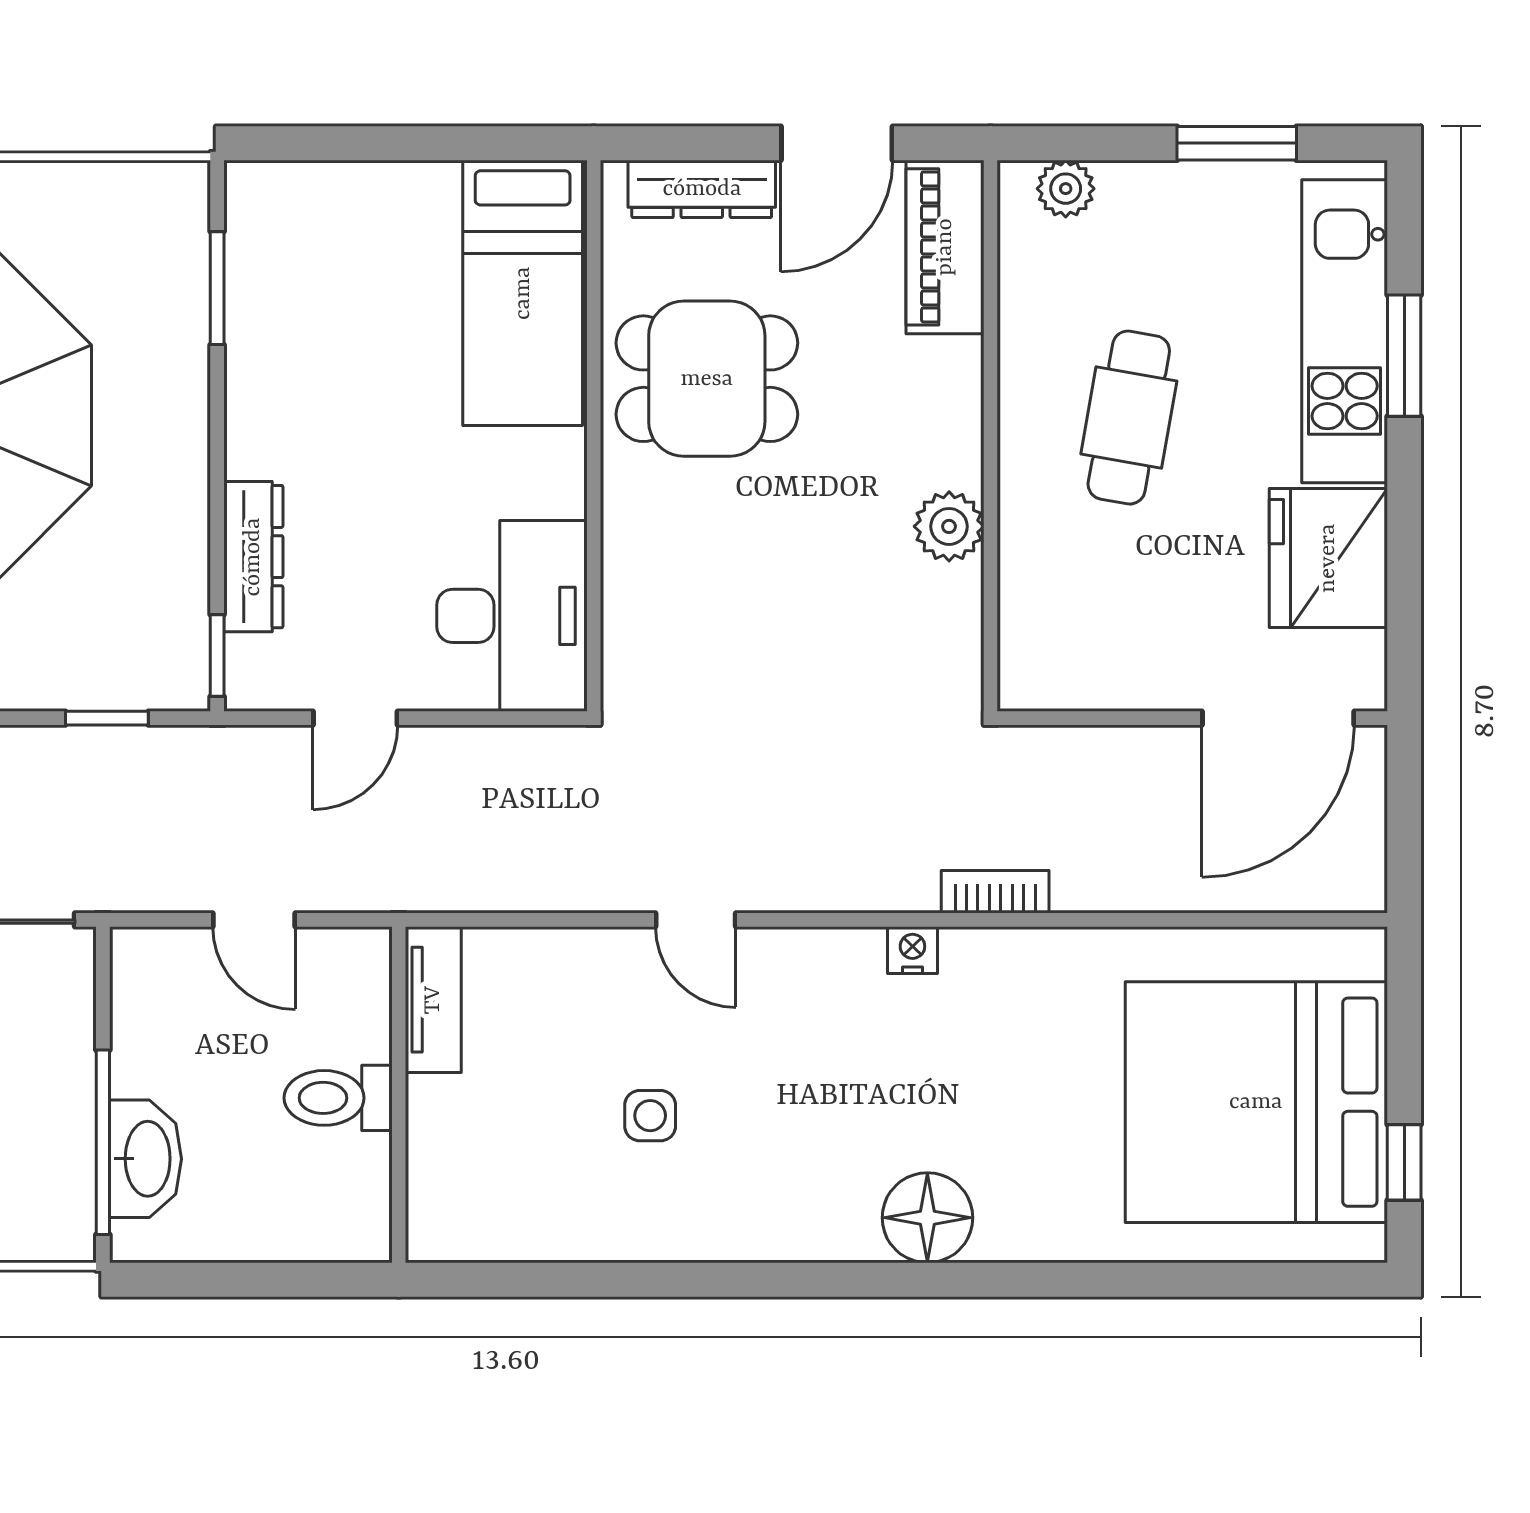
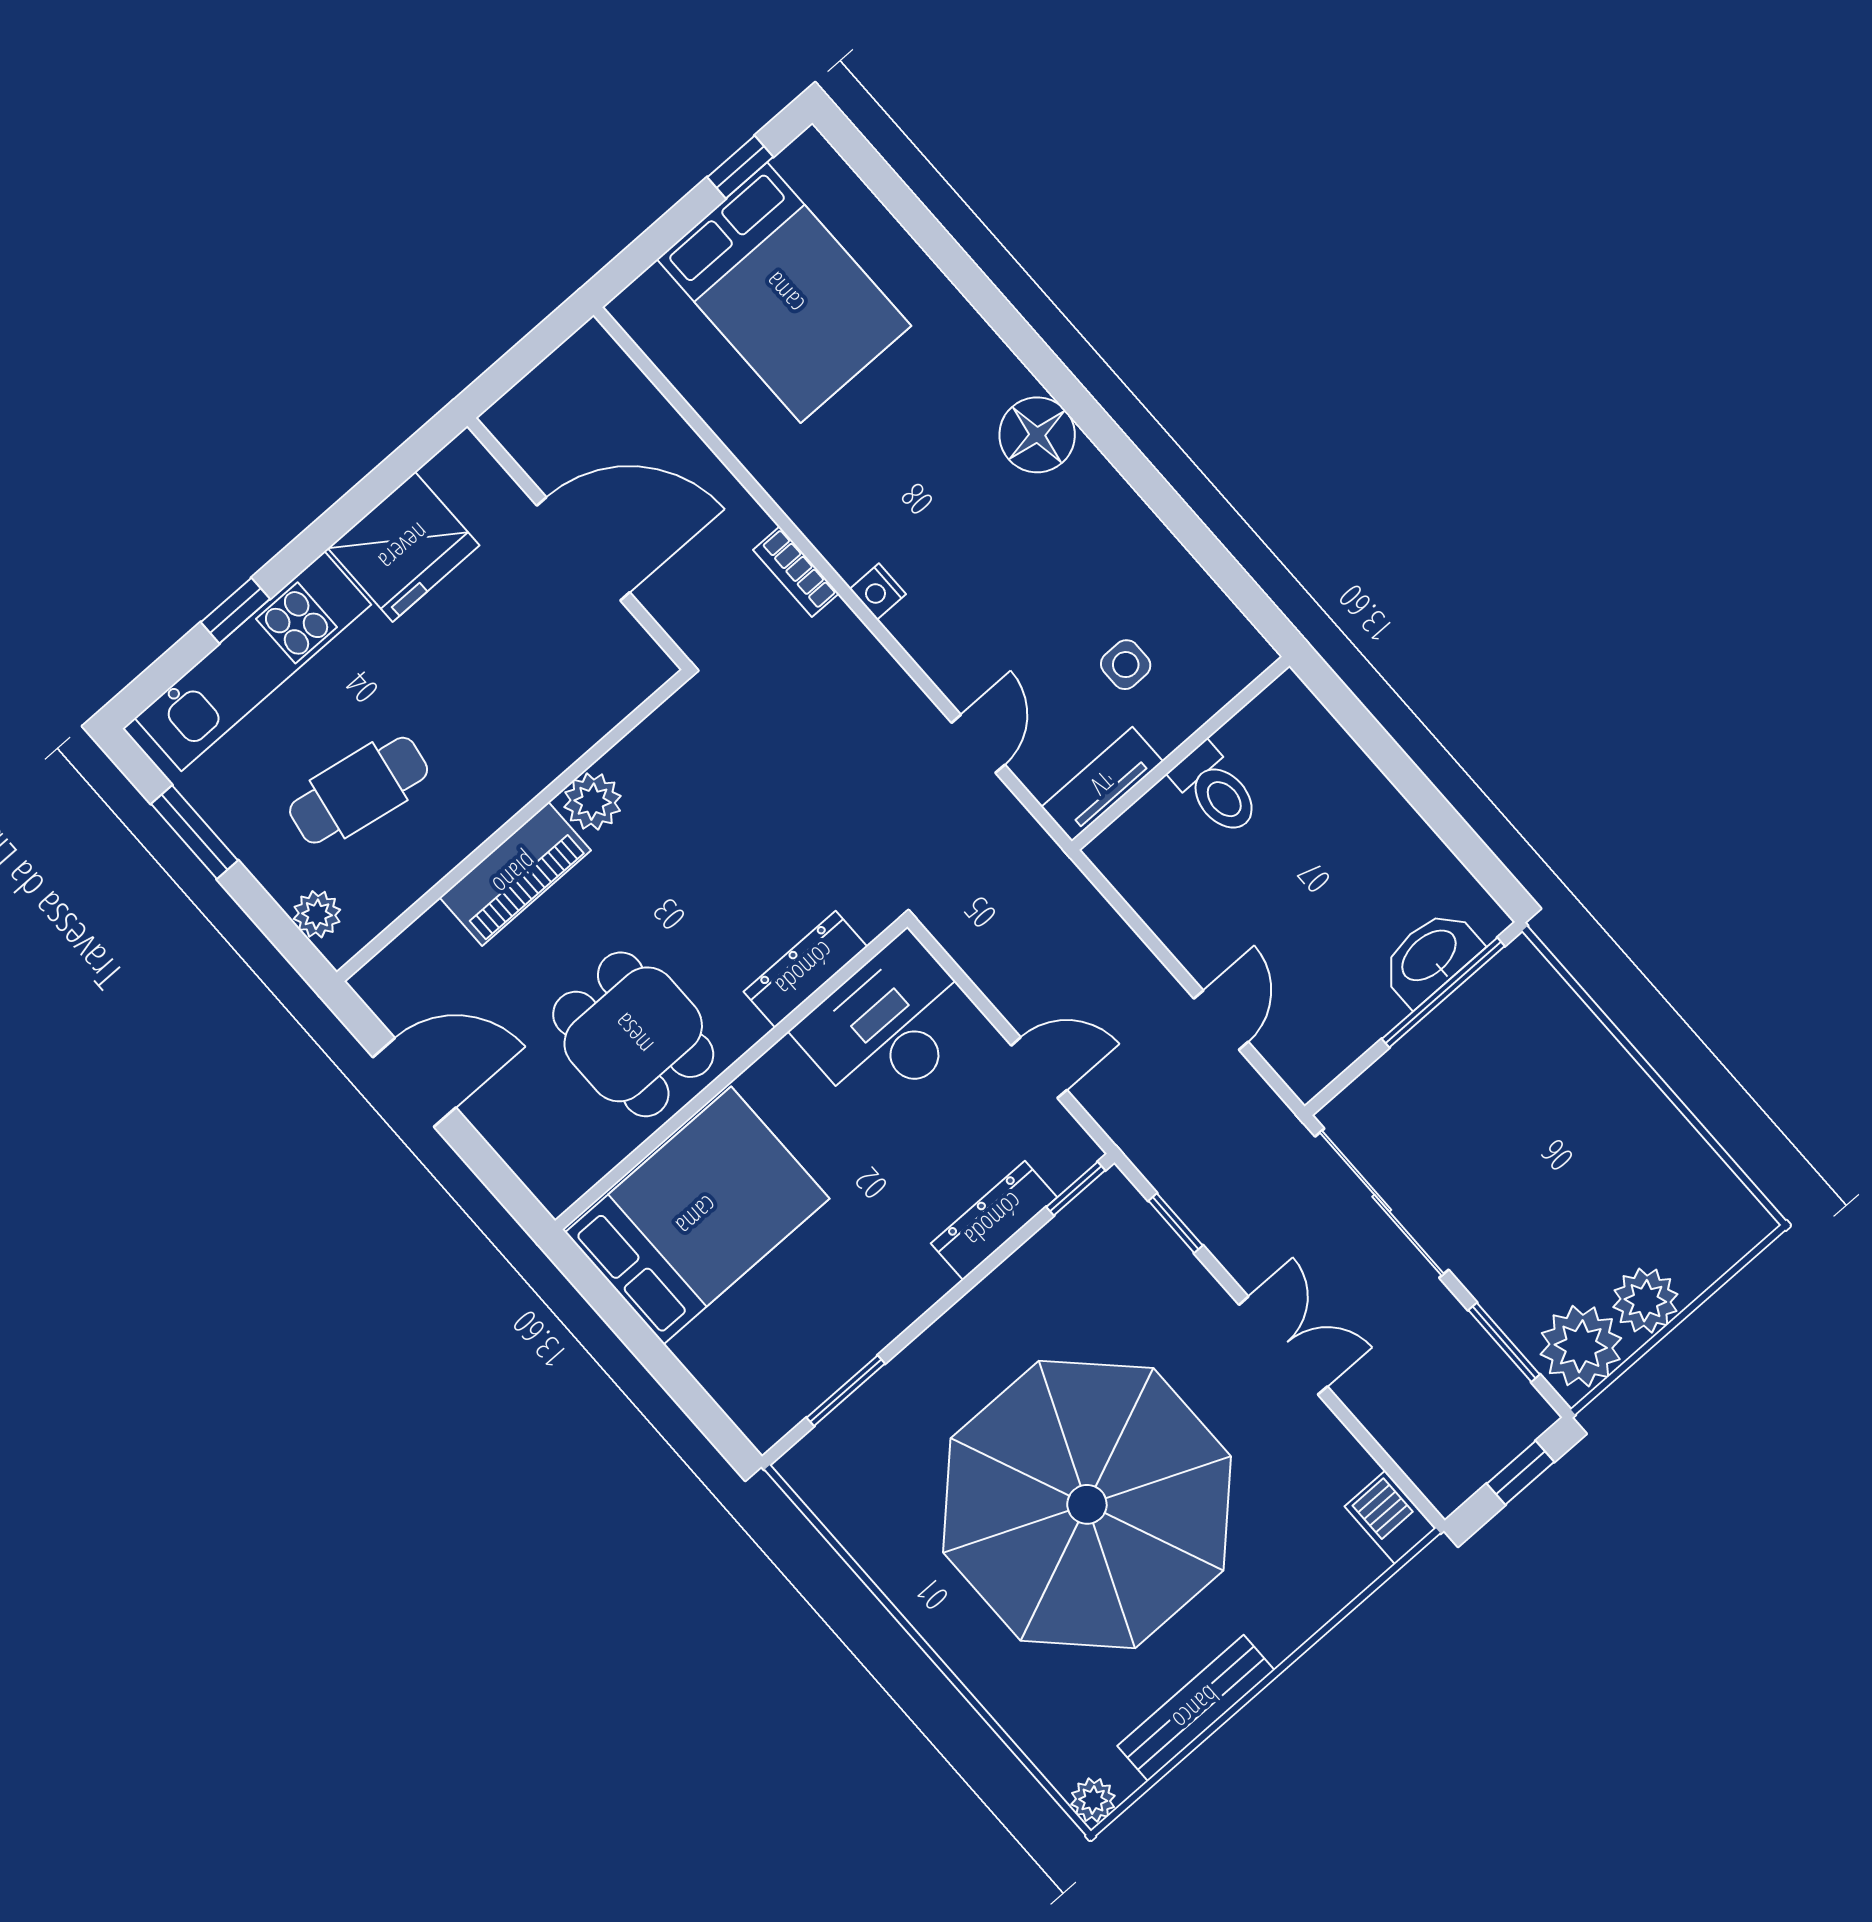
dresser: (702, 189) -> (805, 969), moved, turned -90
piano: (945, 247) -> (515, 874), moved
bed: (523, 293) -> (697, 1216), width x1.50
window: (1404, 356) -> (235, 611), width x0.67
cafe table: (1129, 418) -> (359, 790), moved
door: (1278, 718) -> (583, 549), moved
tv unit: (433, 1000) -> (1102, 784), moved
wall: (399, 1095) -> (1181, 753), moved
toilet: (338, 1098) -> (1216, 790), moved
bed: (1256, 1102) -> (784, 293), width x0.73

